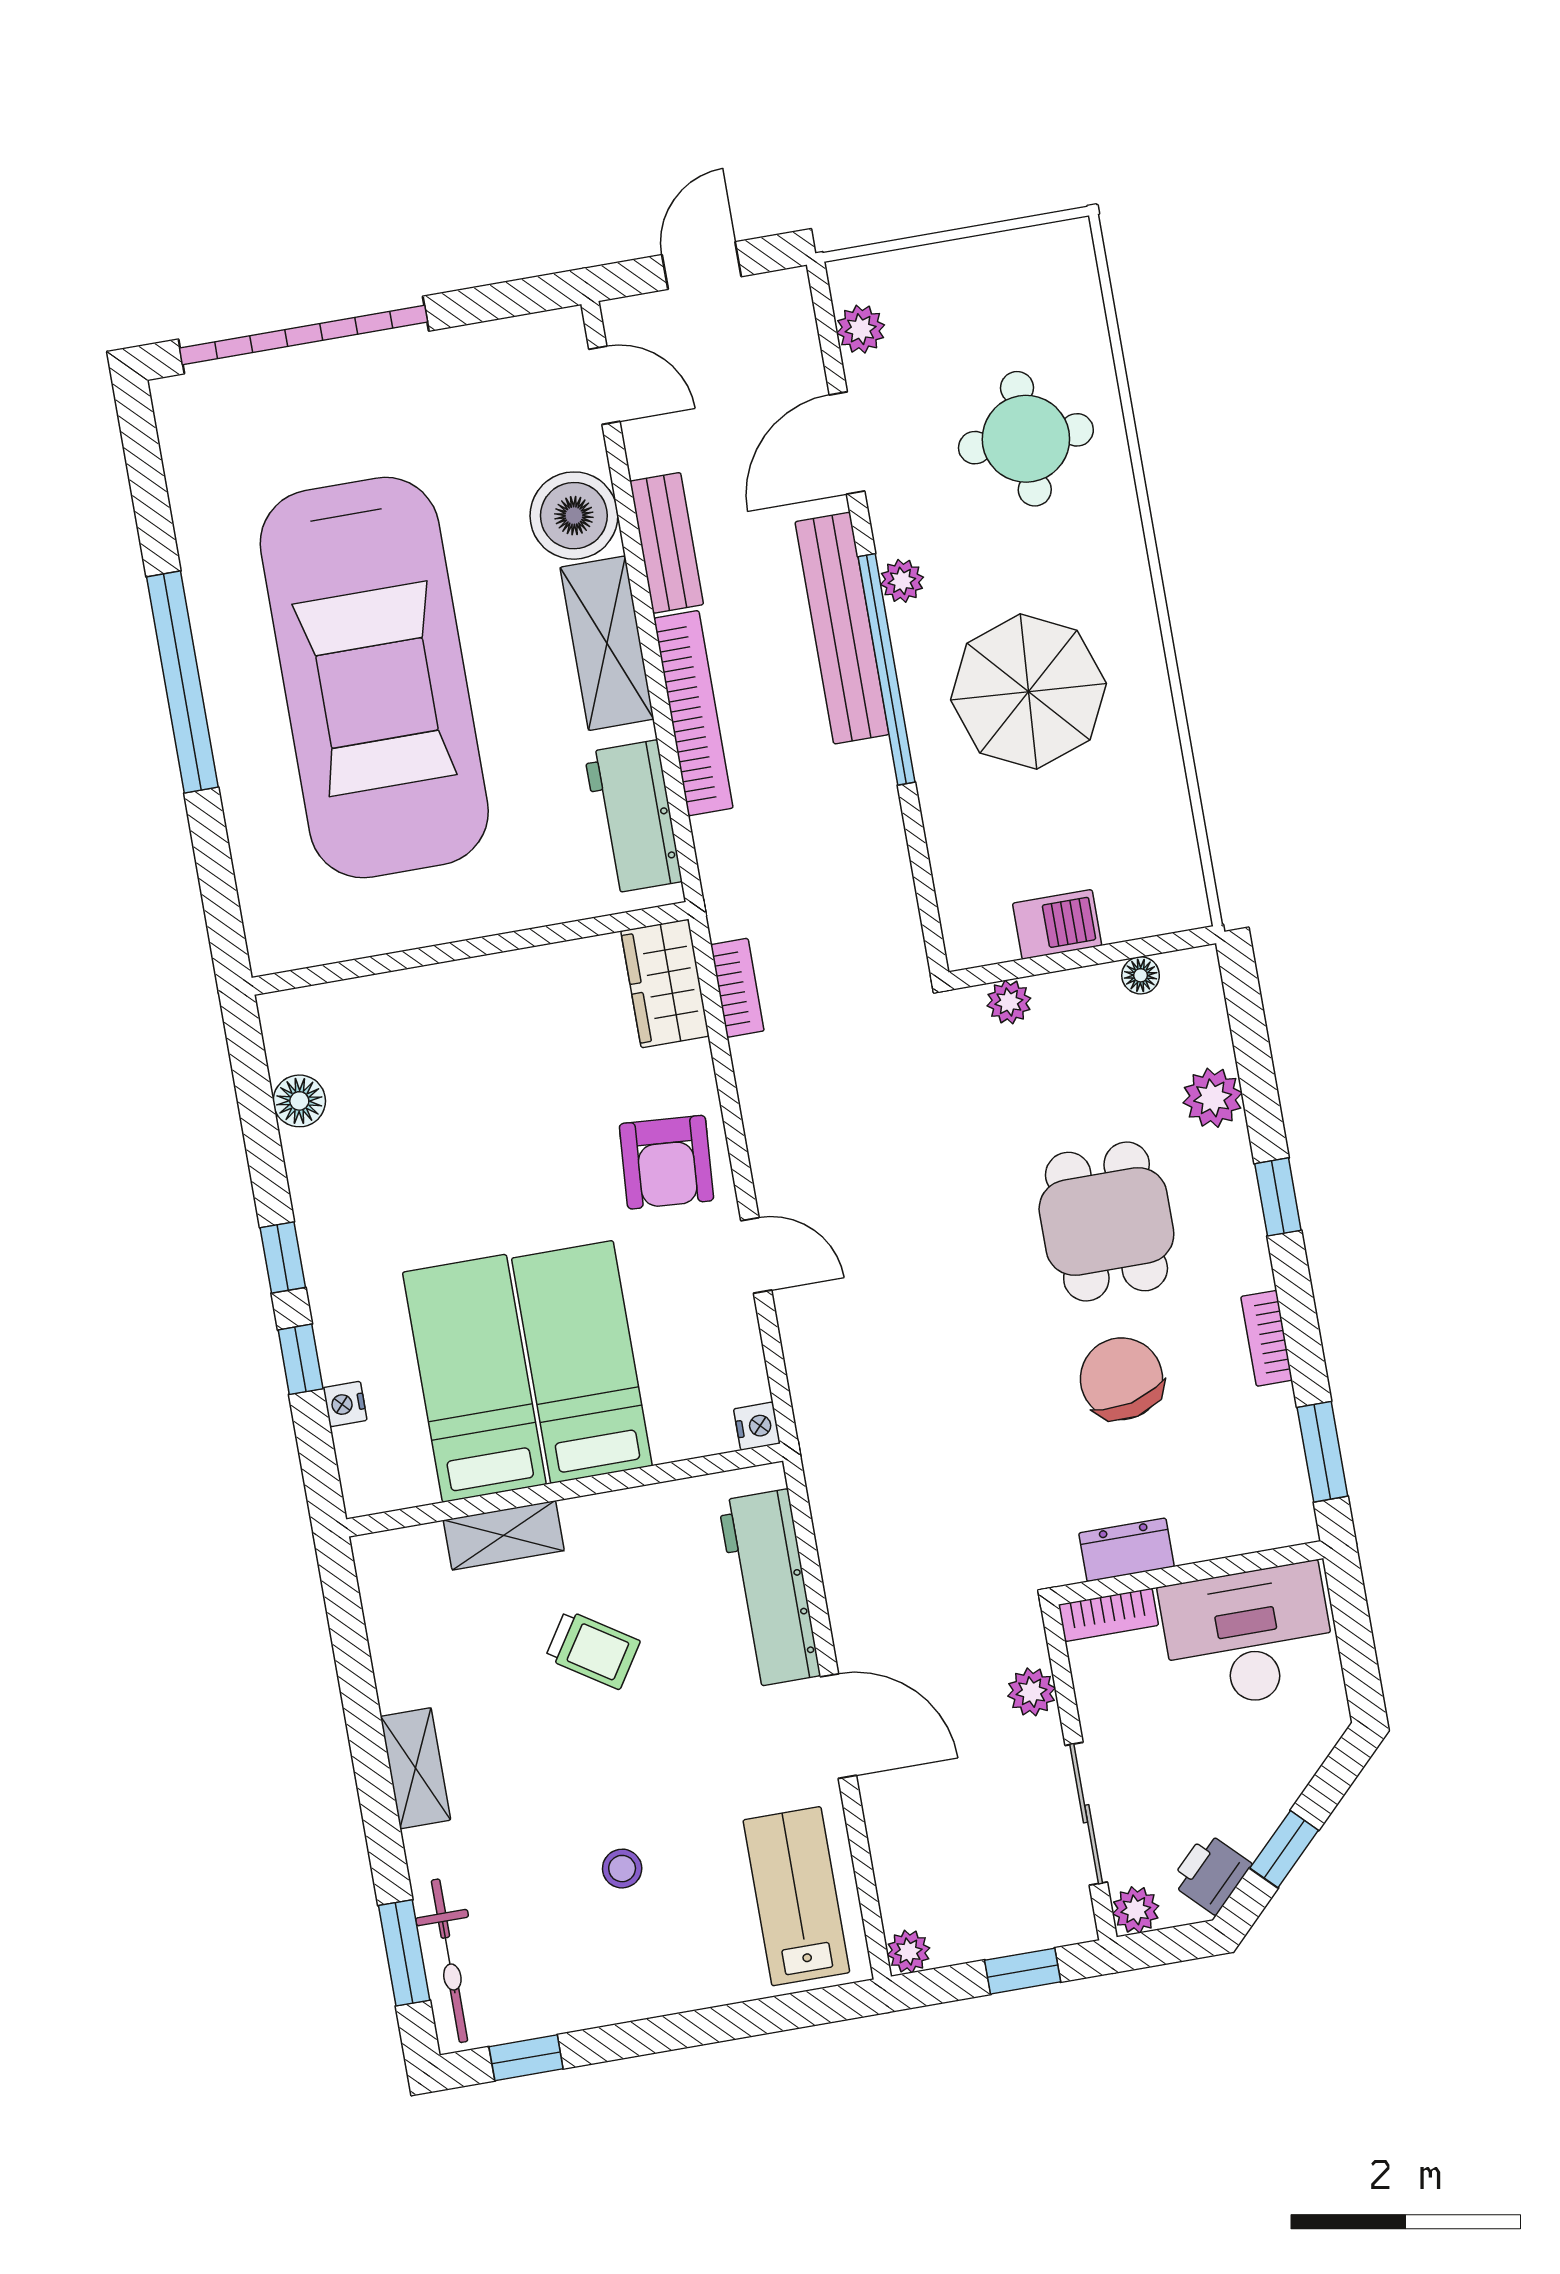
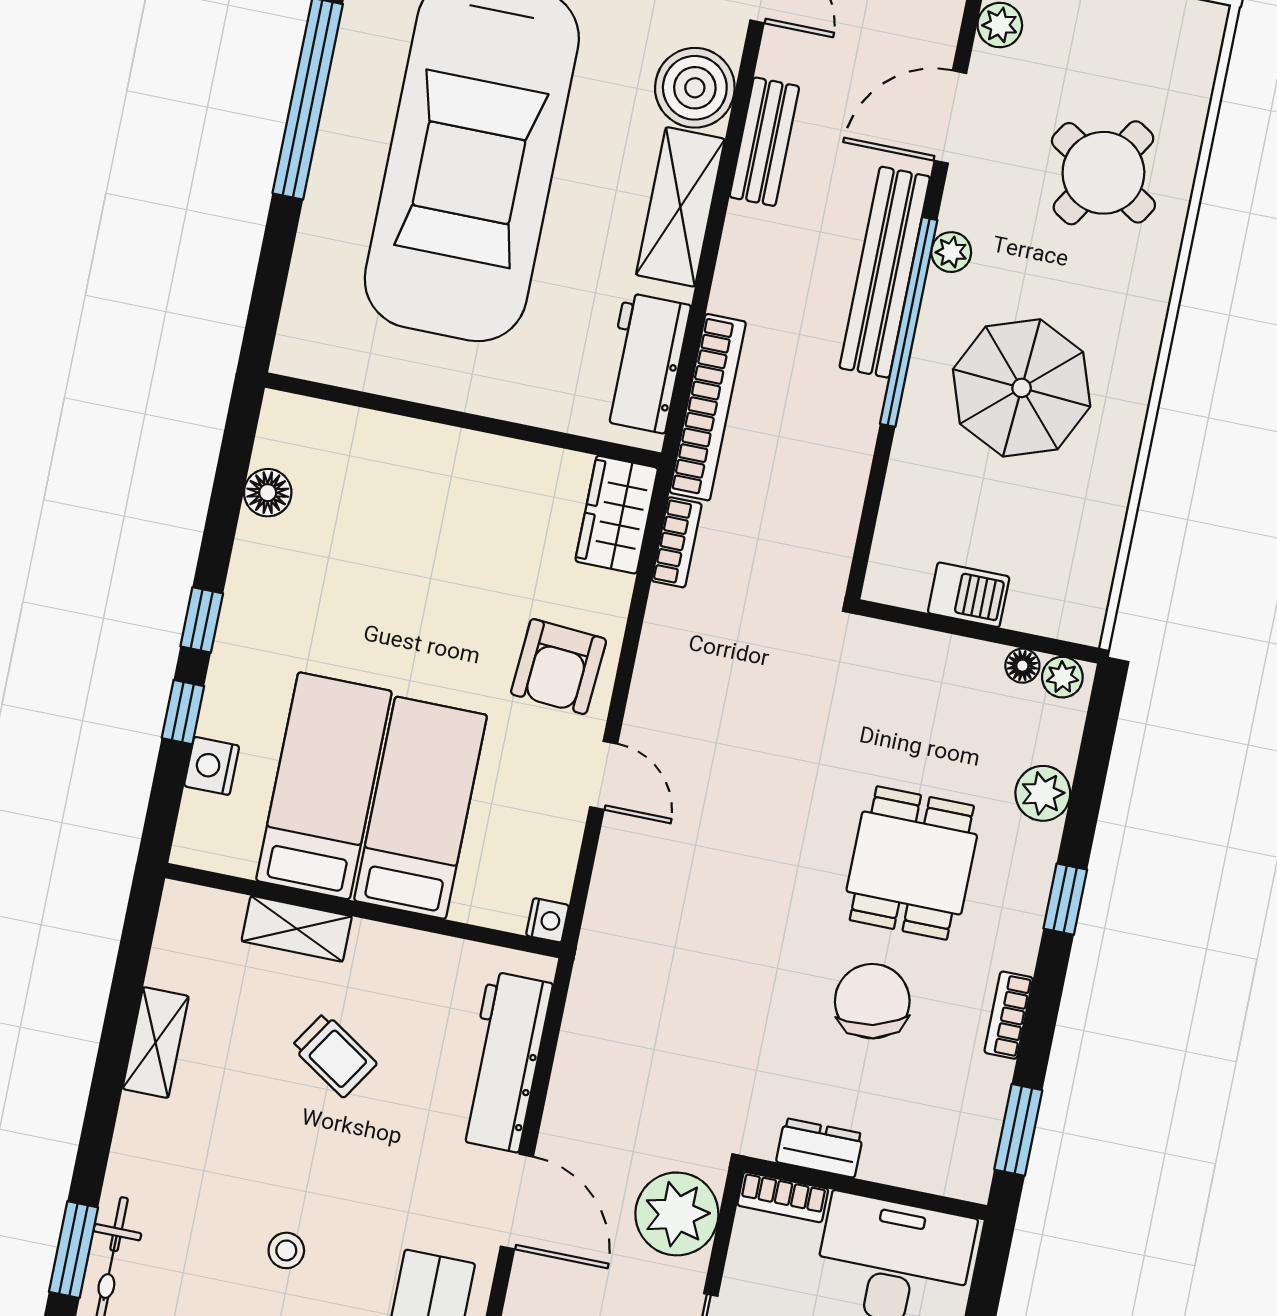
round table: (1026, 439) -> (1103, 173), turned 32
bookcase: (693, 713) -> (708, 407), moved
plant: (1009, 1002) -> (1062, 677), moved
nightstand: (345, 1404) -> (212, 766), width x1.39, depth x1.35
plant: (1032, 1692) -> (677, 1214), width x1.87, depth x1.87
shelving: (416, 1768) -> (156, 1042), moved

